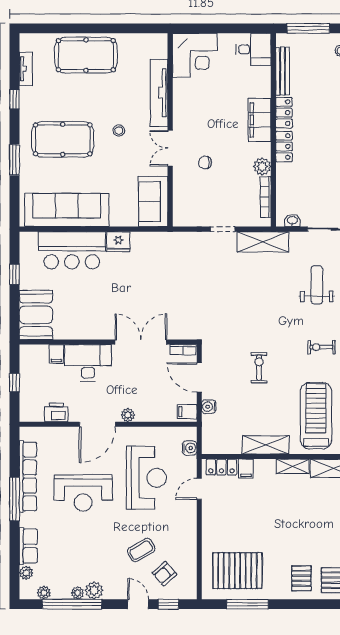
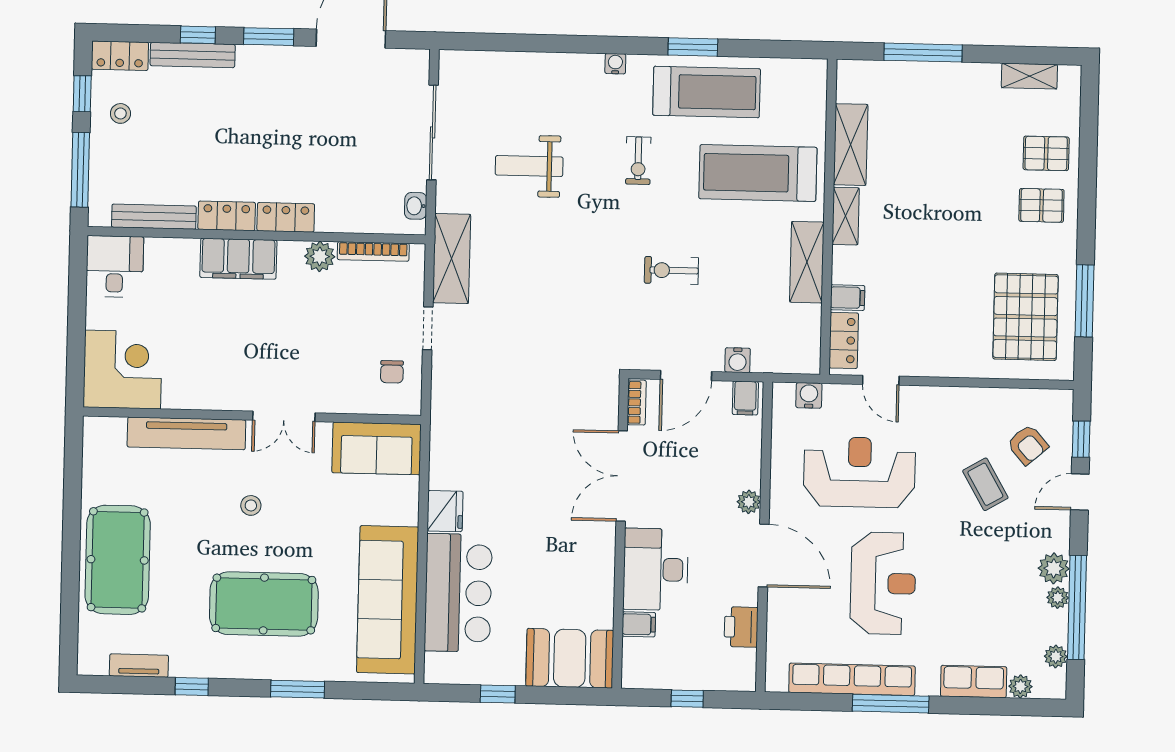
pool table: (63, 139) -> (264, 604), turned 90
chair: (205, 163) -> (392, 372), moved

